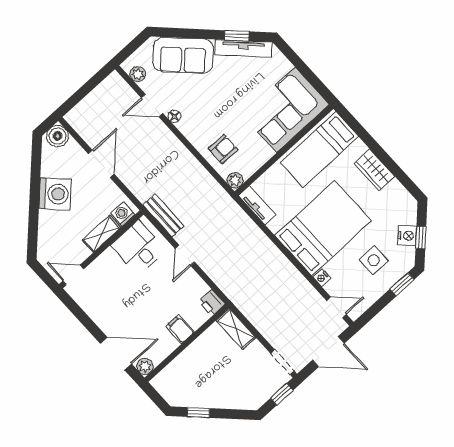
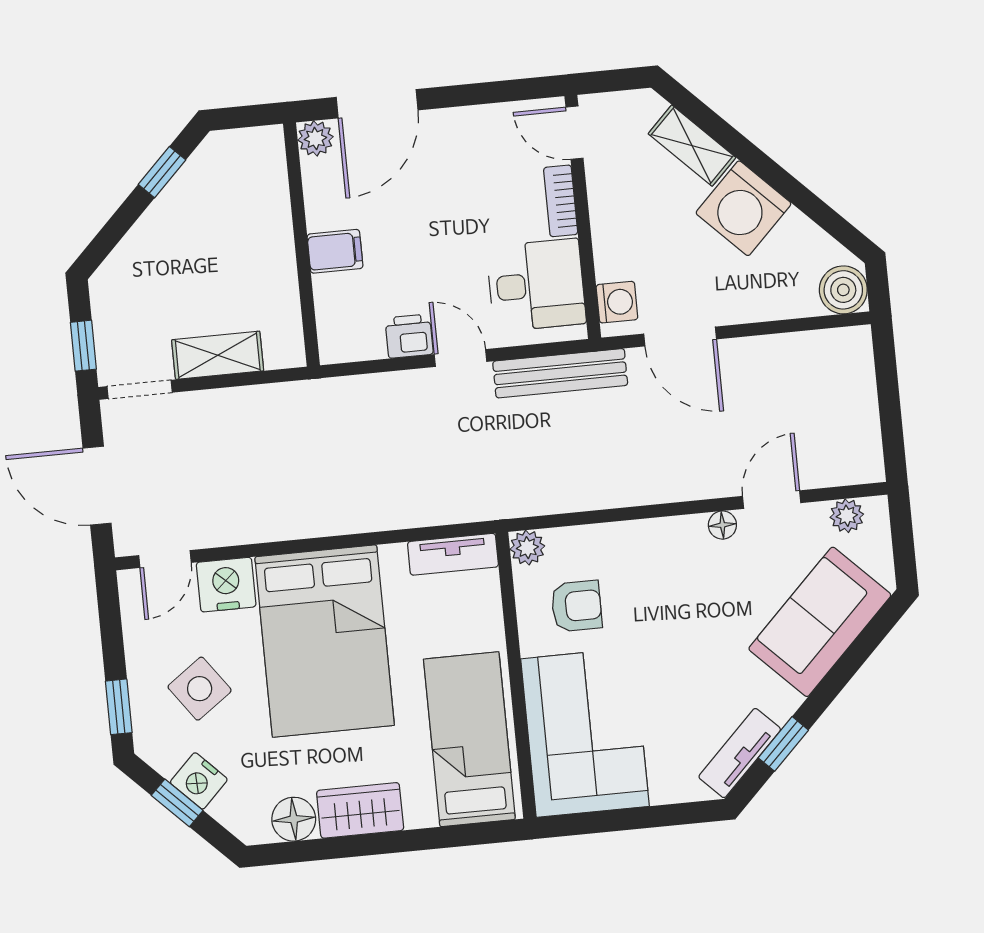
tv unit: (243, 48) -> (740, 753), width x0.71
armchair: (223, 149) -> (577, 606), moved, turned -90
door: (101, 164) -> (680, 336), moved
floor lamp: (395, 191) -> (294, 819), added
bench: (164, 215) -> (560, 373), width x1.36
shelving: (102, 234) -> (692, 146), moved, turned -45
side table: (374, 260) -> (200, 689), turned -36
bookcase: (101, 262) -> (561, 201), added
door: (73, 275) -> (574, 133), swing flipped
nightstand: (322, 278) -> (226, 585), width x1.89, depth x1.79
printer: (212, 303) -> (409, 336), moved
shelving: (236, 329) -> (218, 355), moved
door: (328, 352) -> (97, 486), hinge flipped

